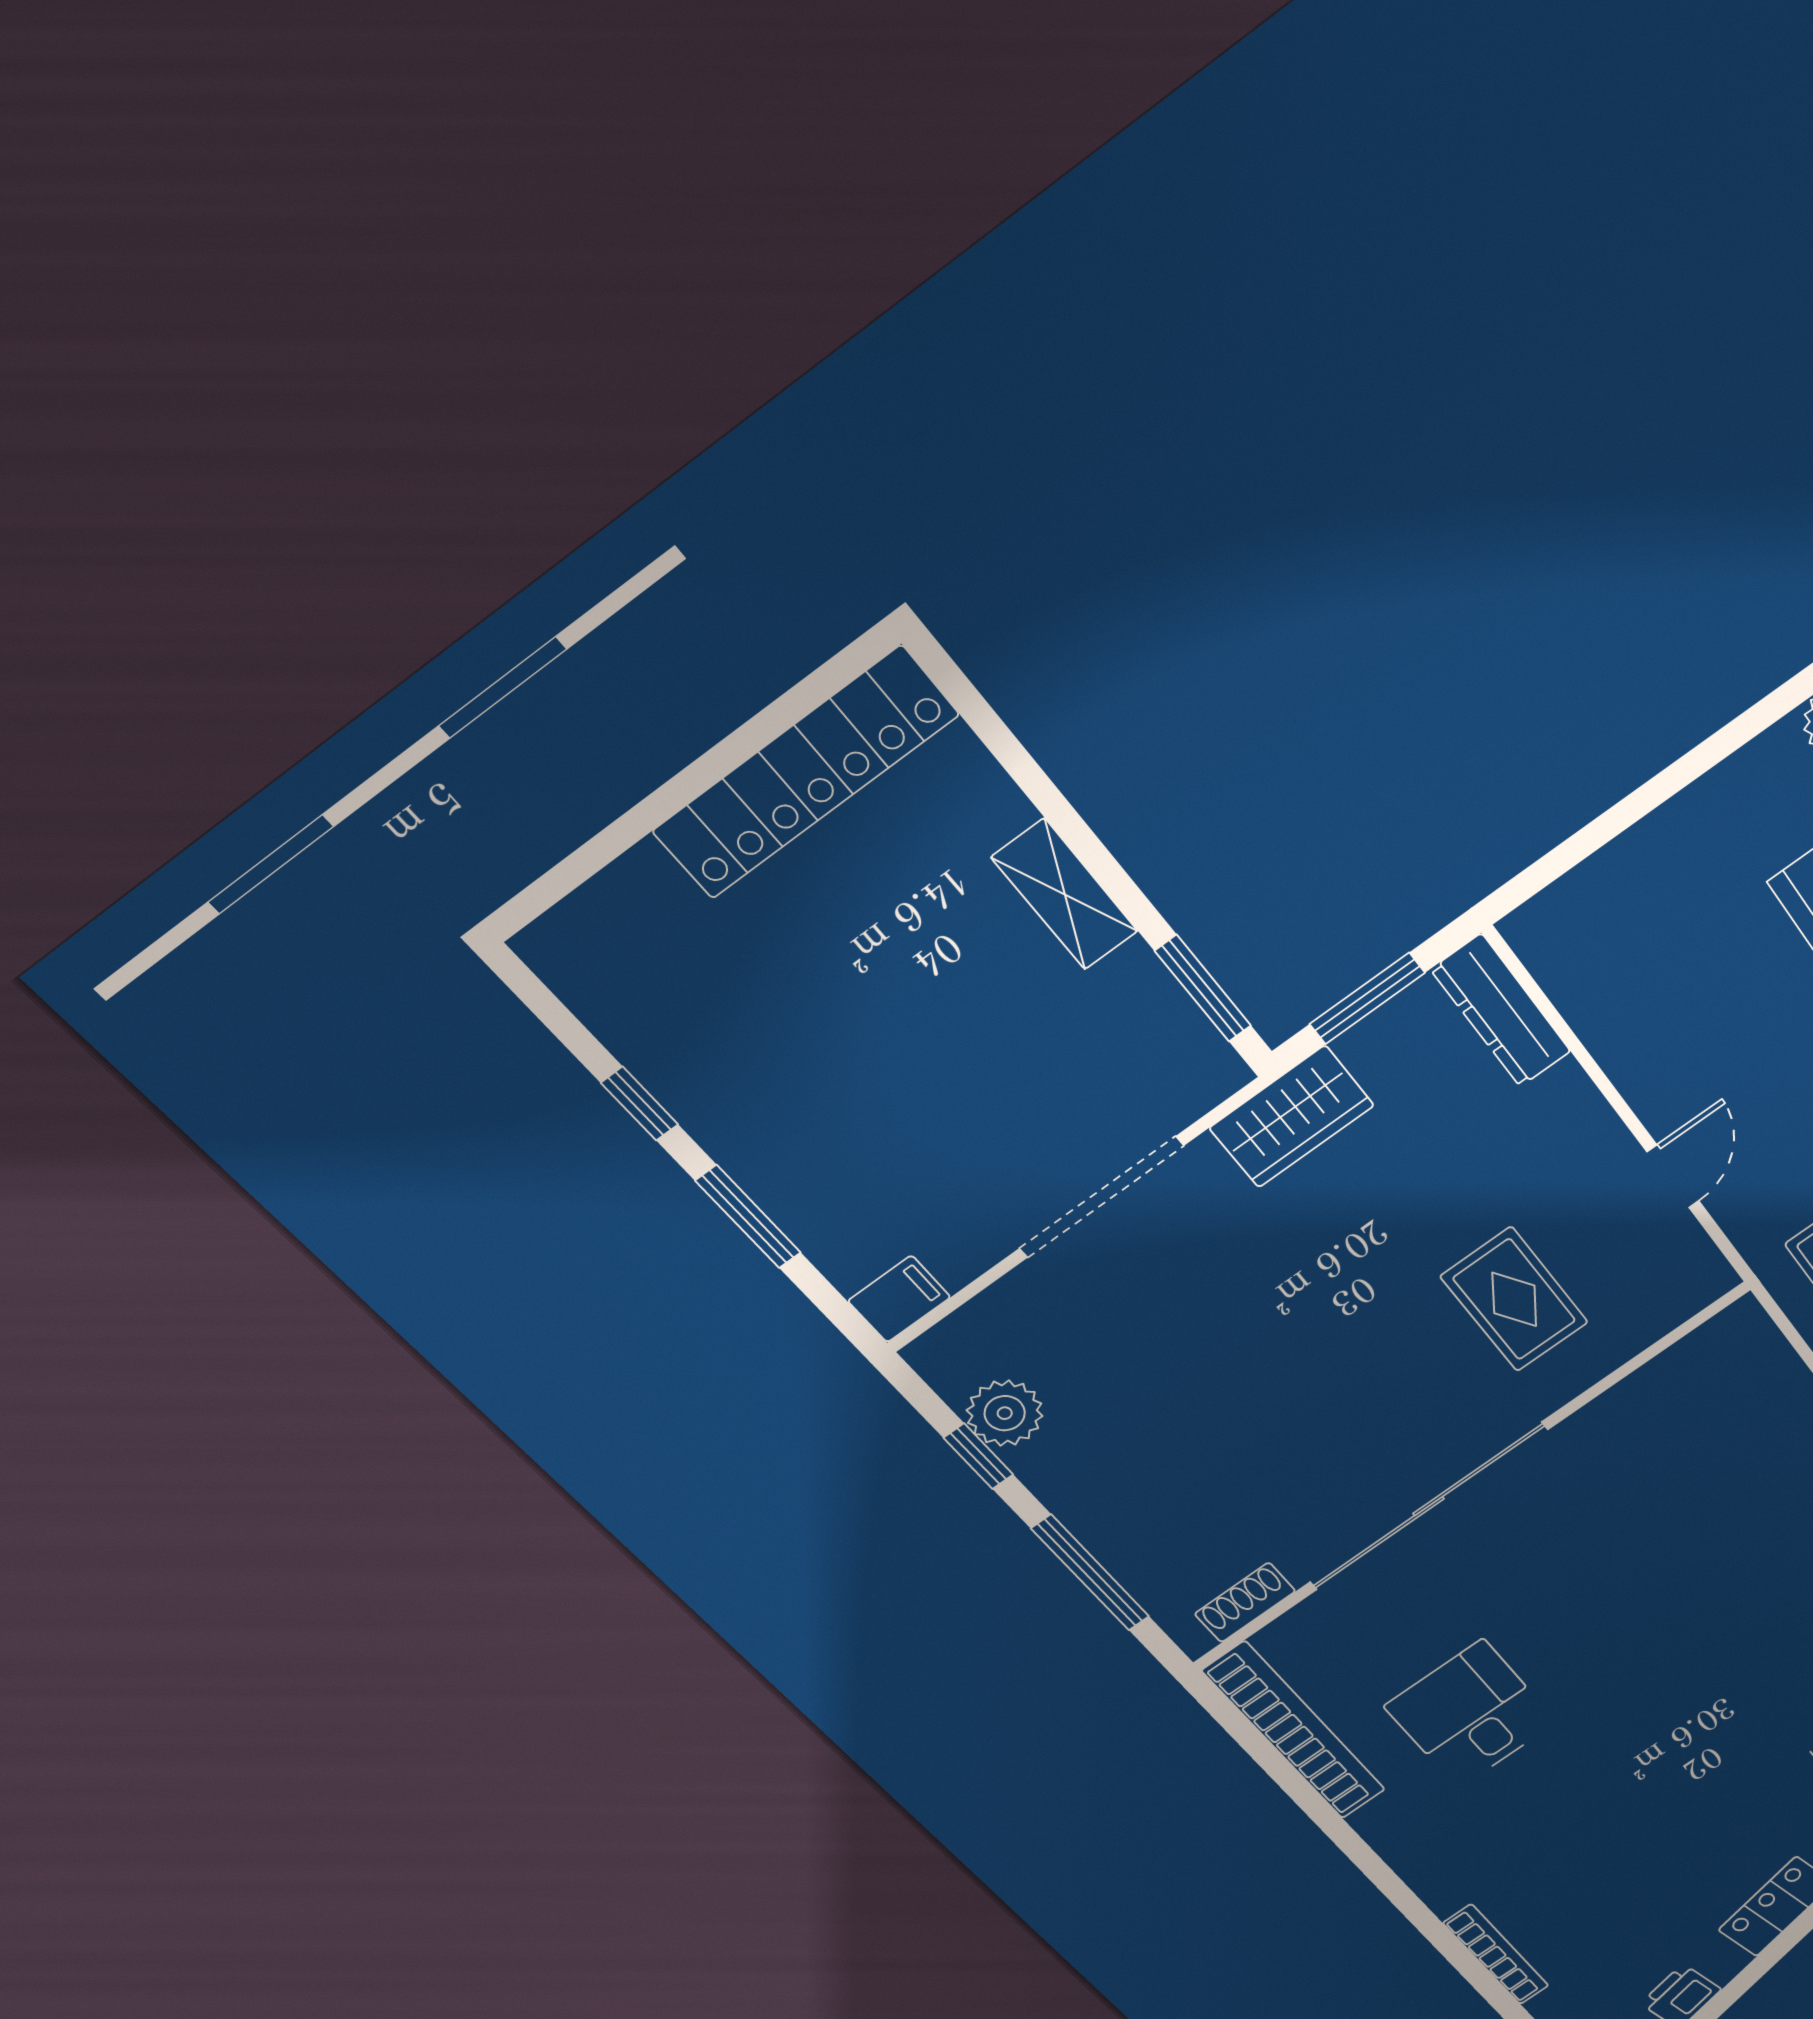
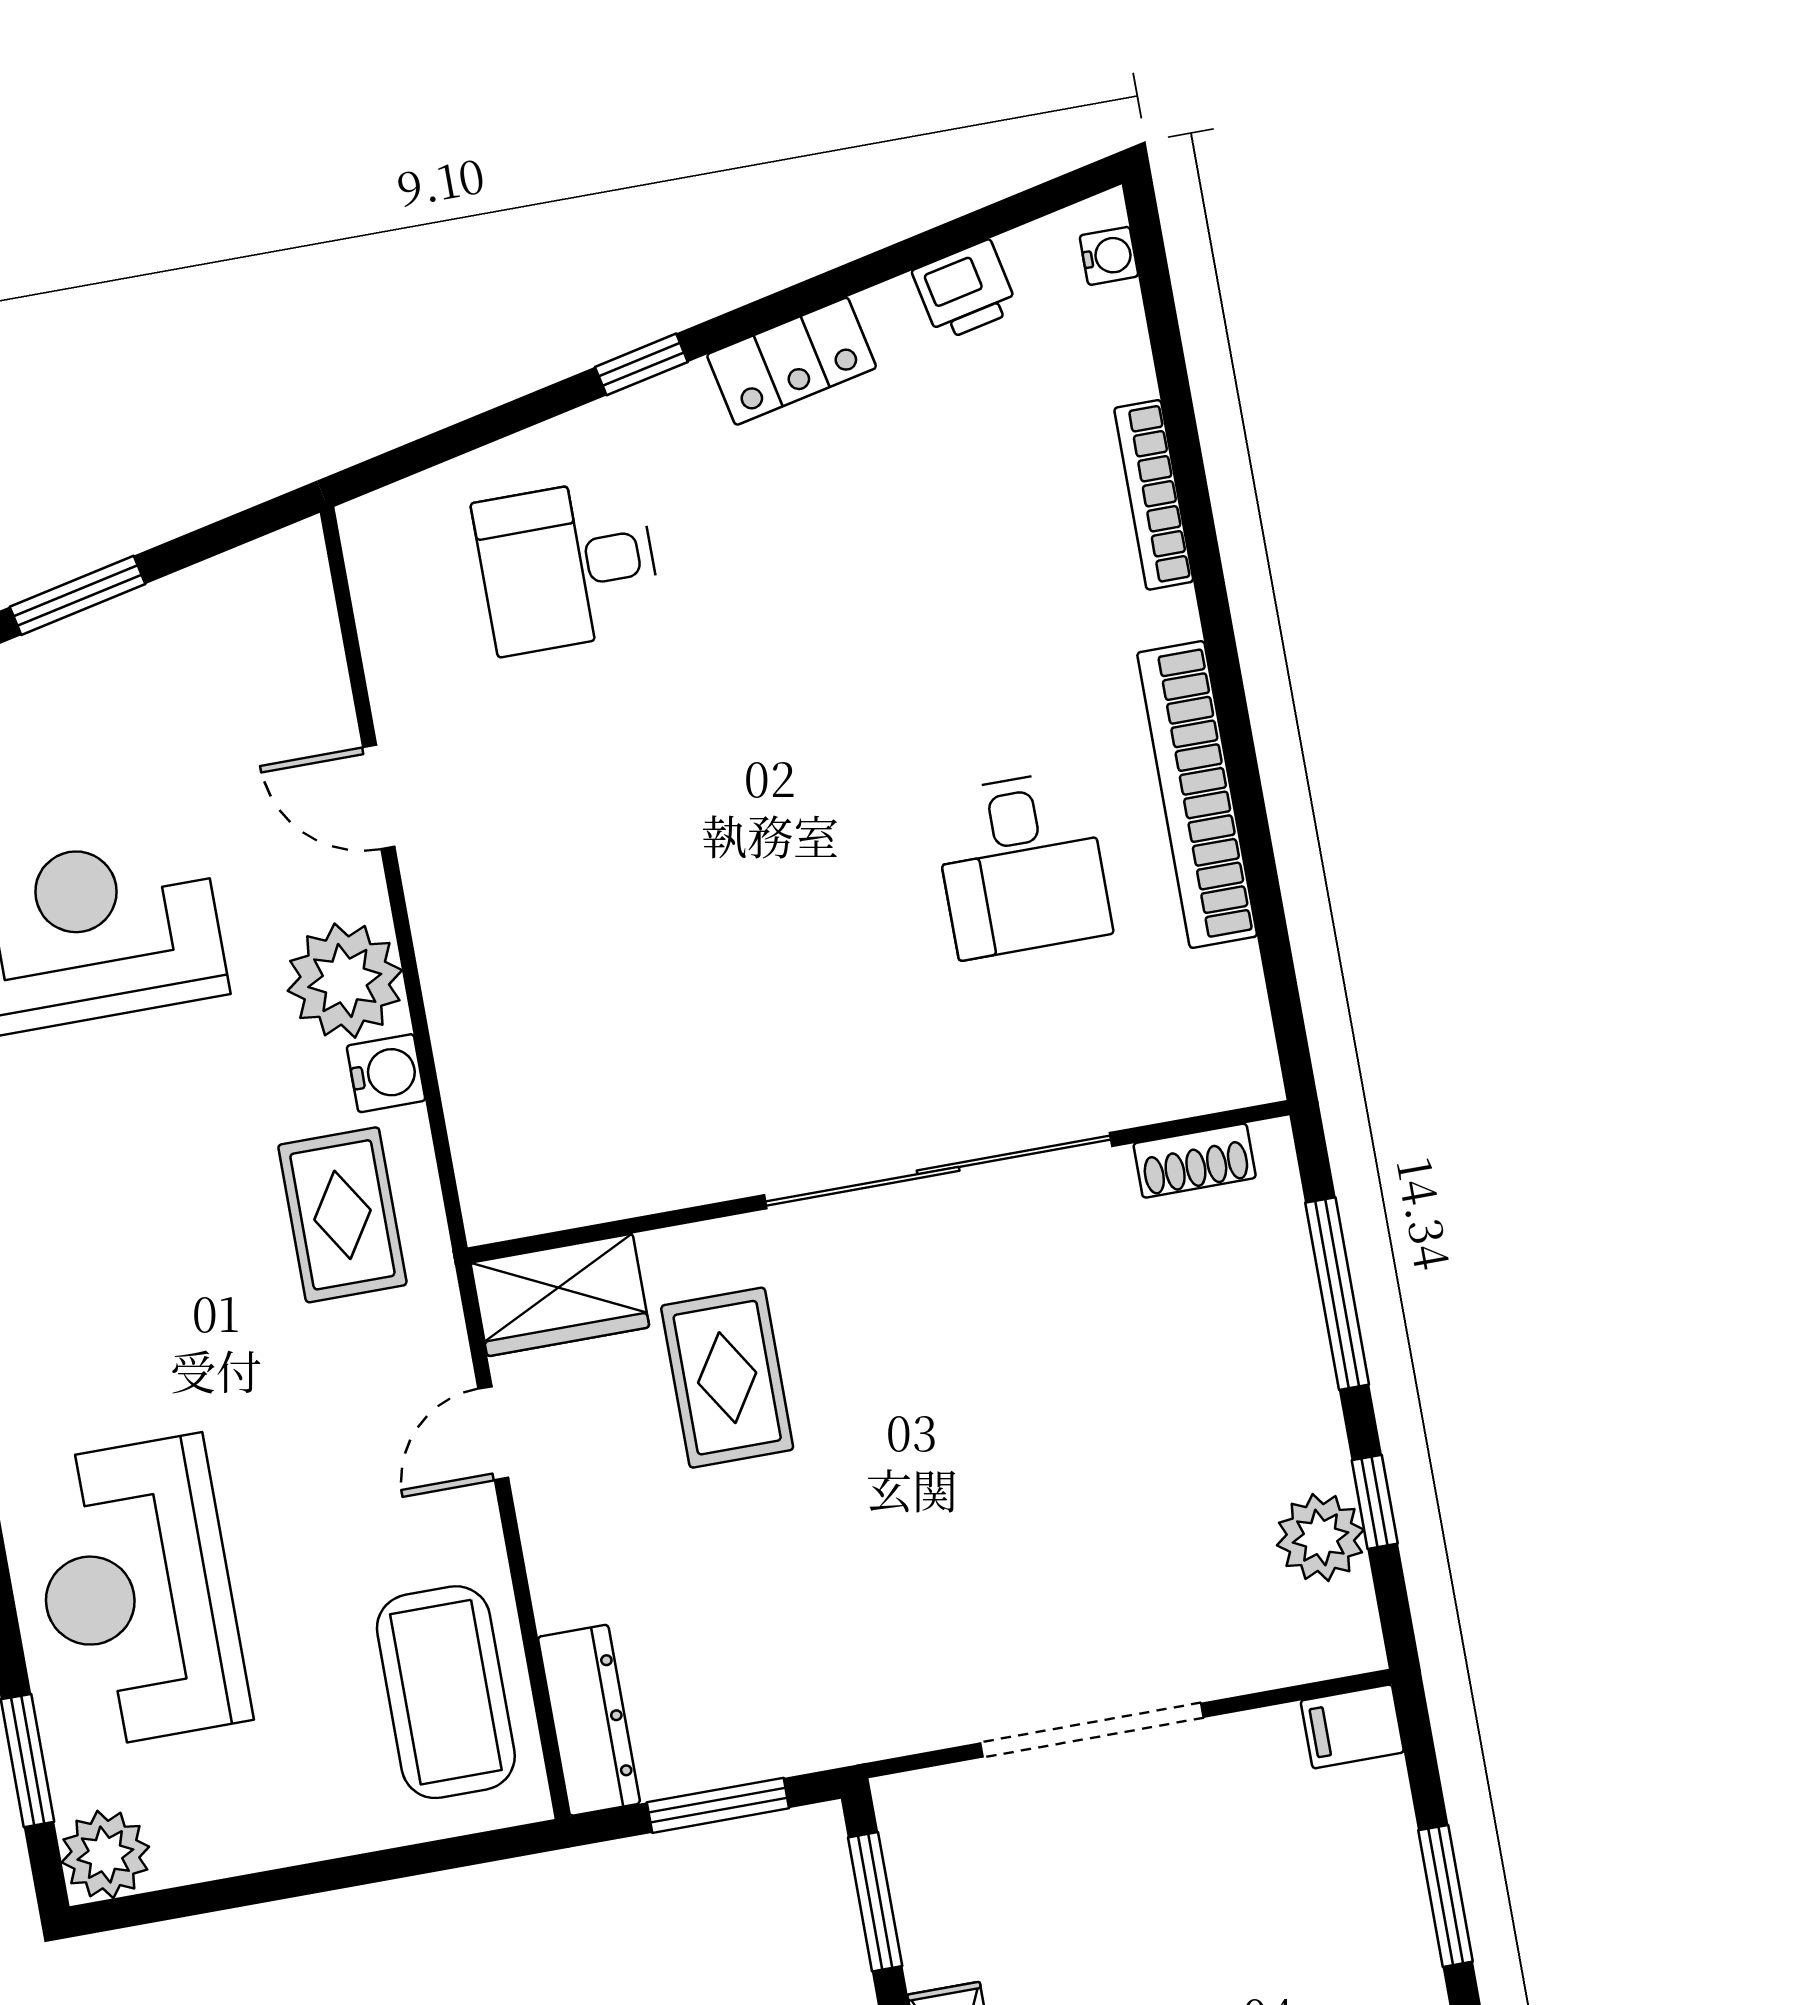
coffee table: (1624, 976) -> (446, 1692), added
wardrobe: (1292, 1117) -> (560, 1295), moved, turned 180
bookcase: (1294, 1731) -> (1197, 795), moved

